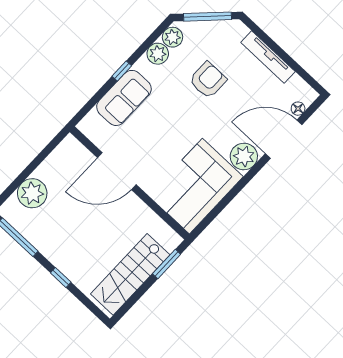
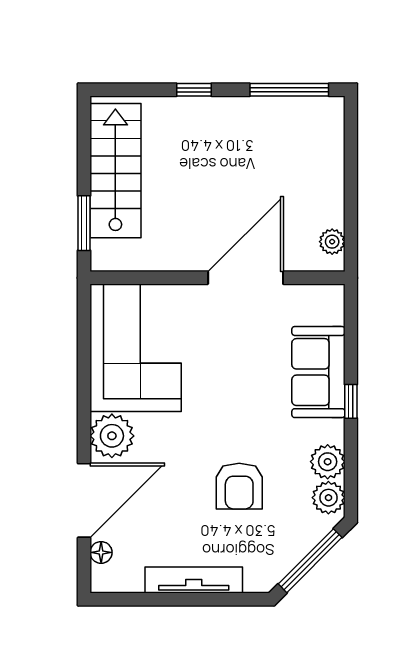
plant: (32, 193) -> (332, 242), moved, width x0.53, depth x0.53

